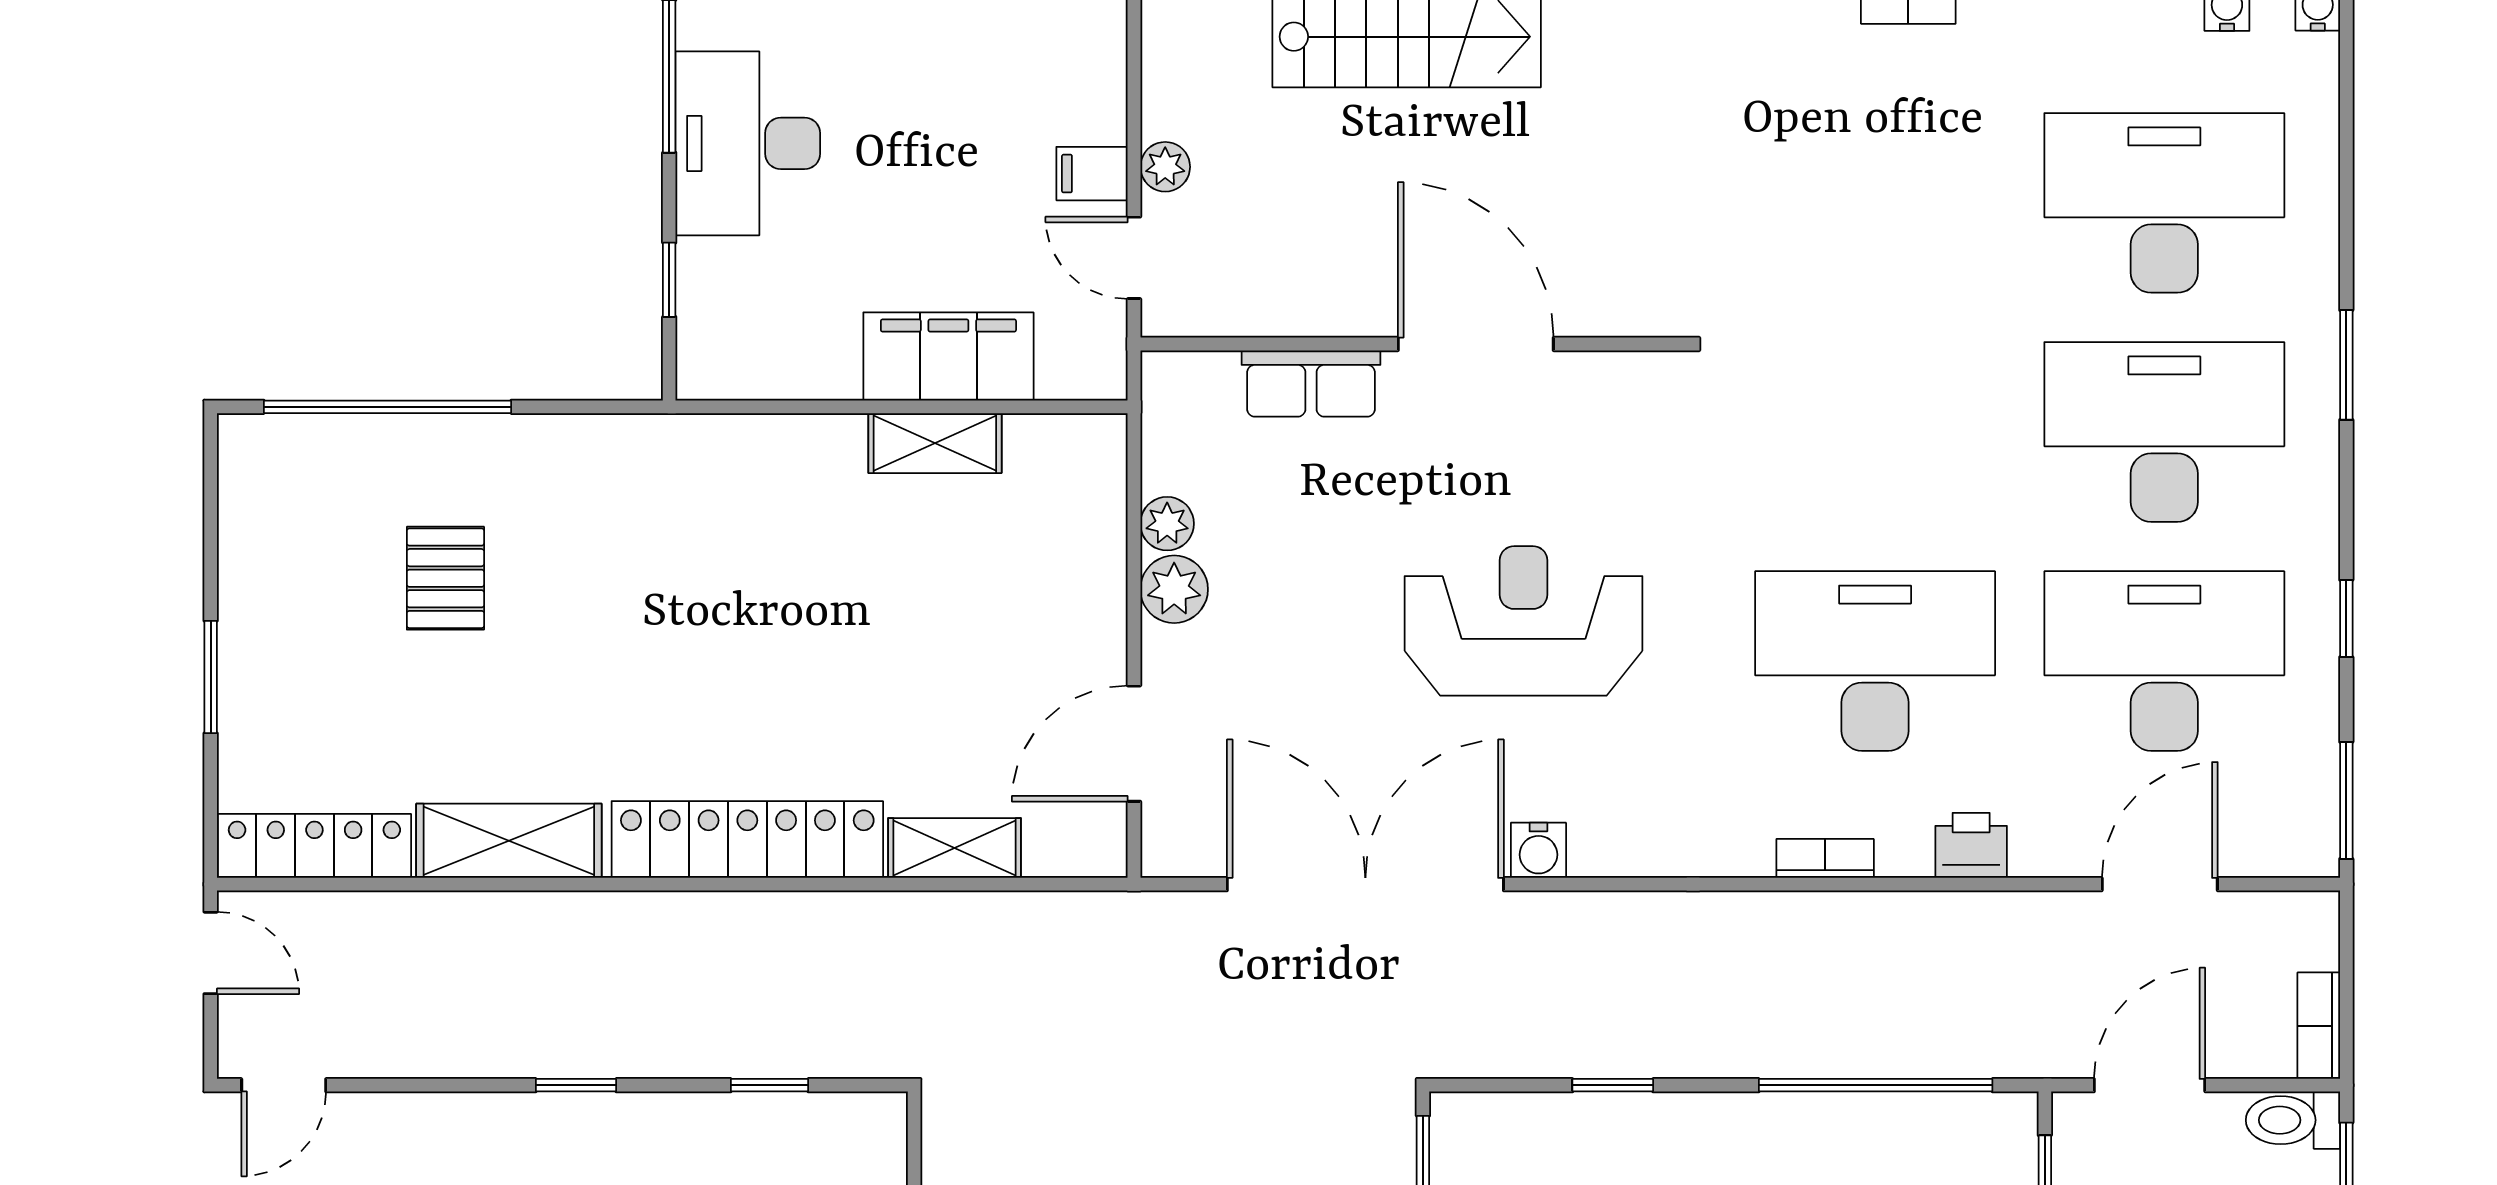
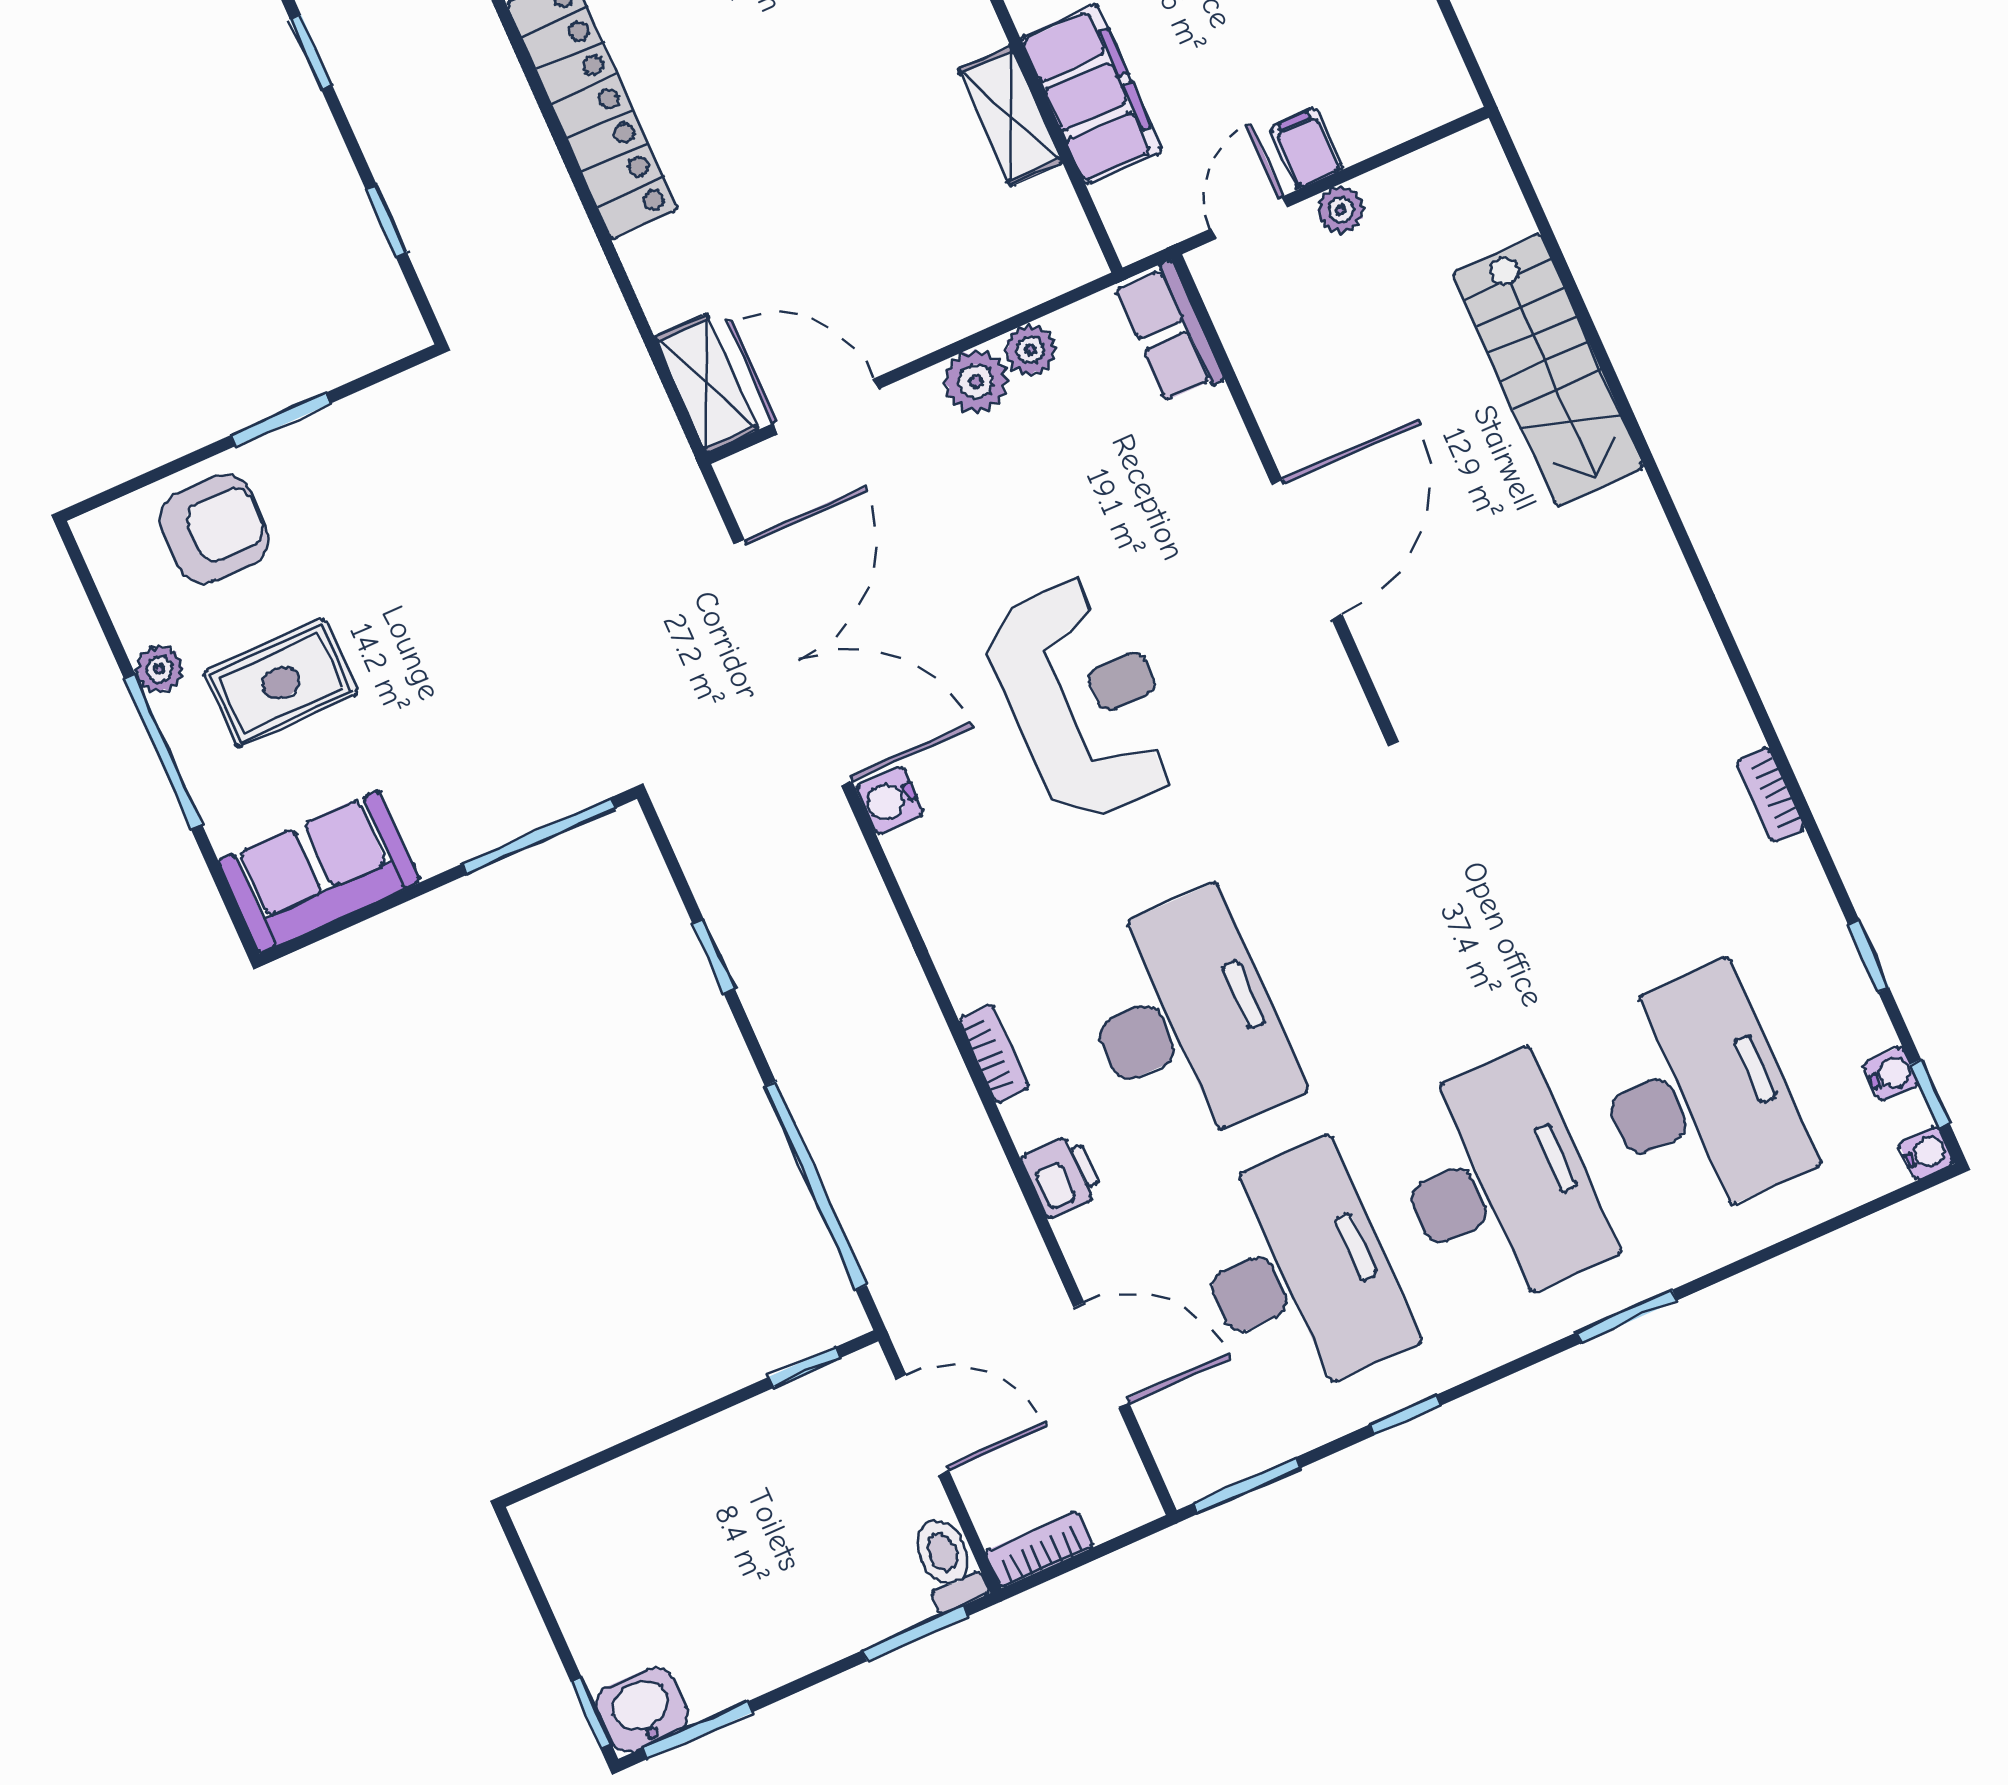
row of seats: (1311, 383) -> (1169, 333), moved
shelving: (955, 848) -> (706, 383), moved

